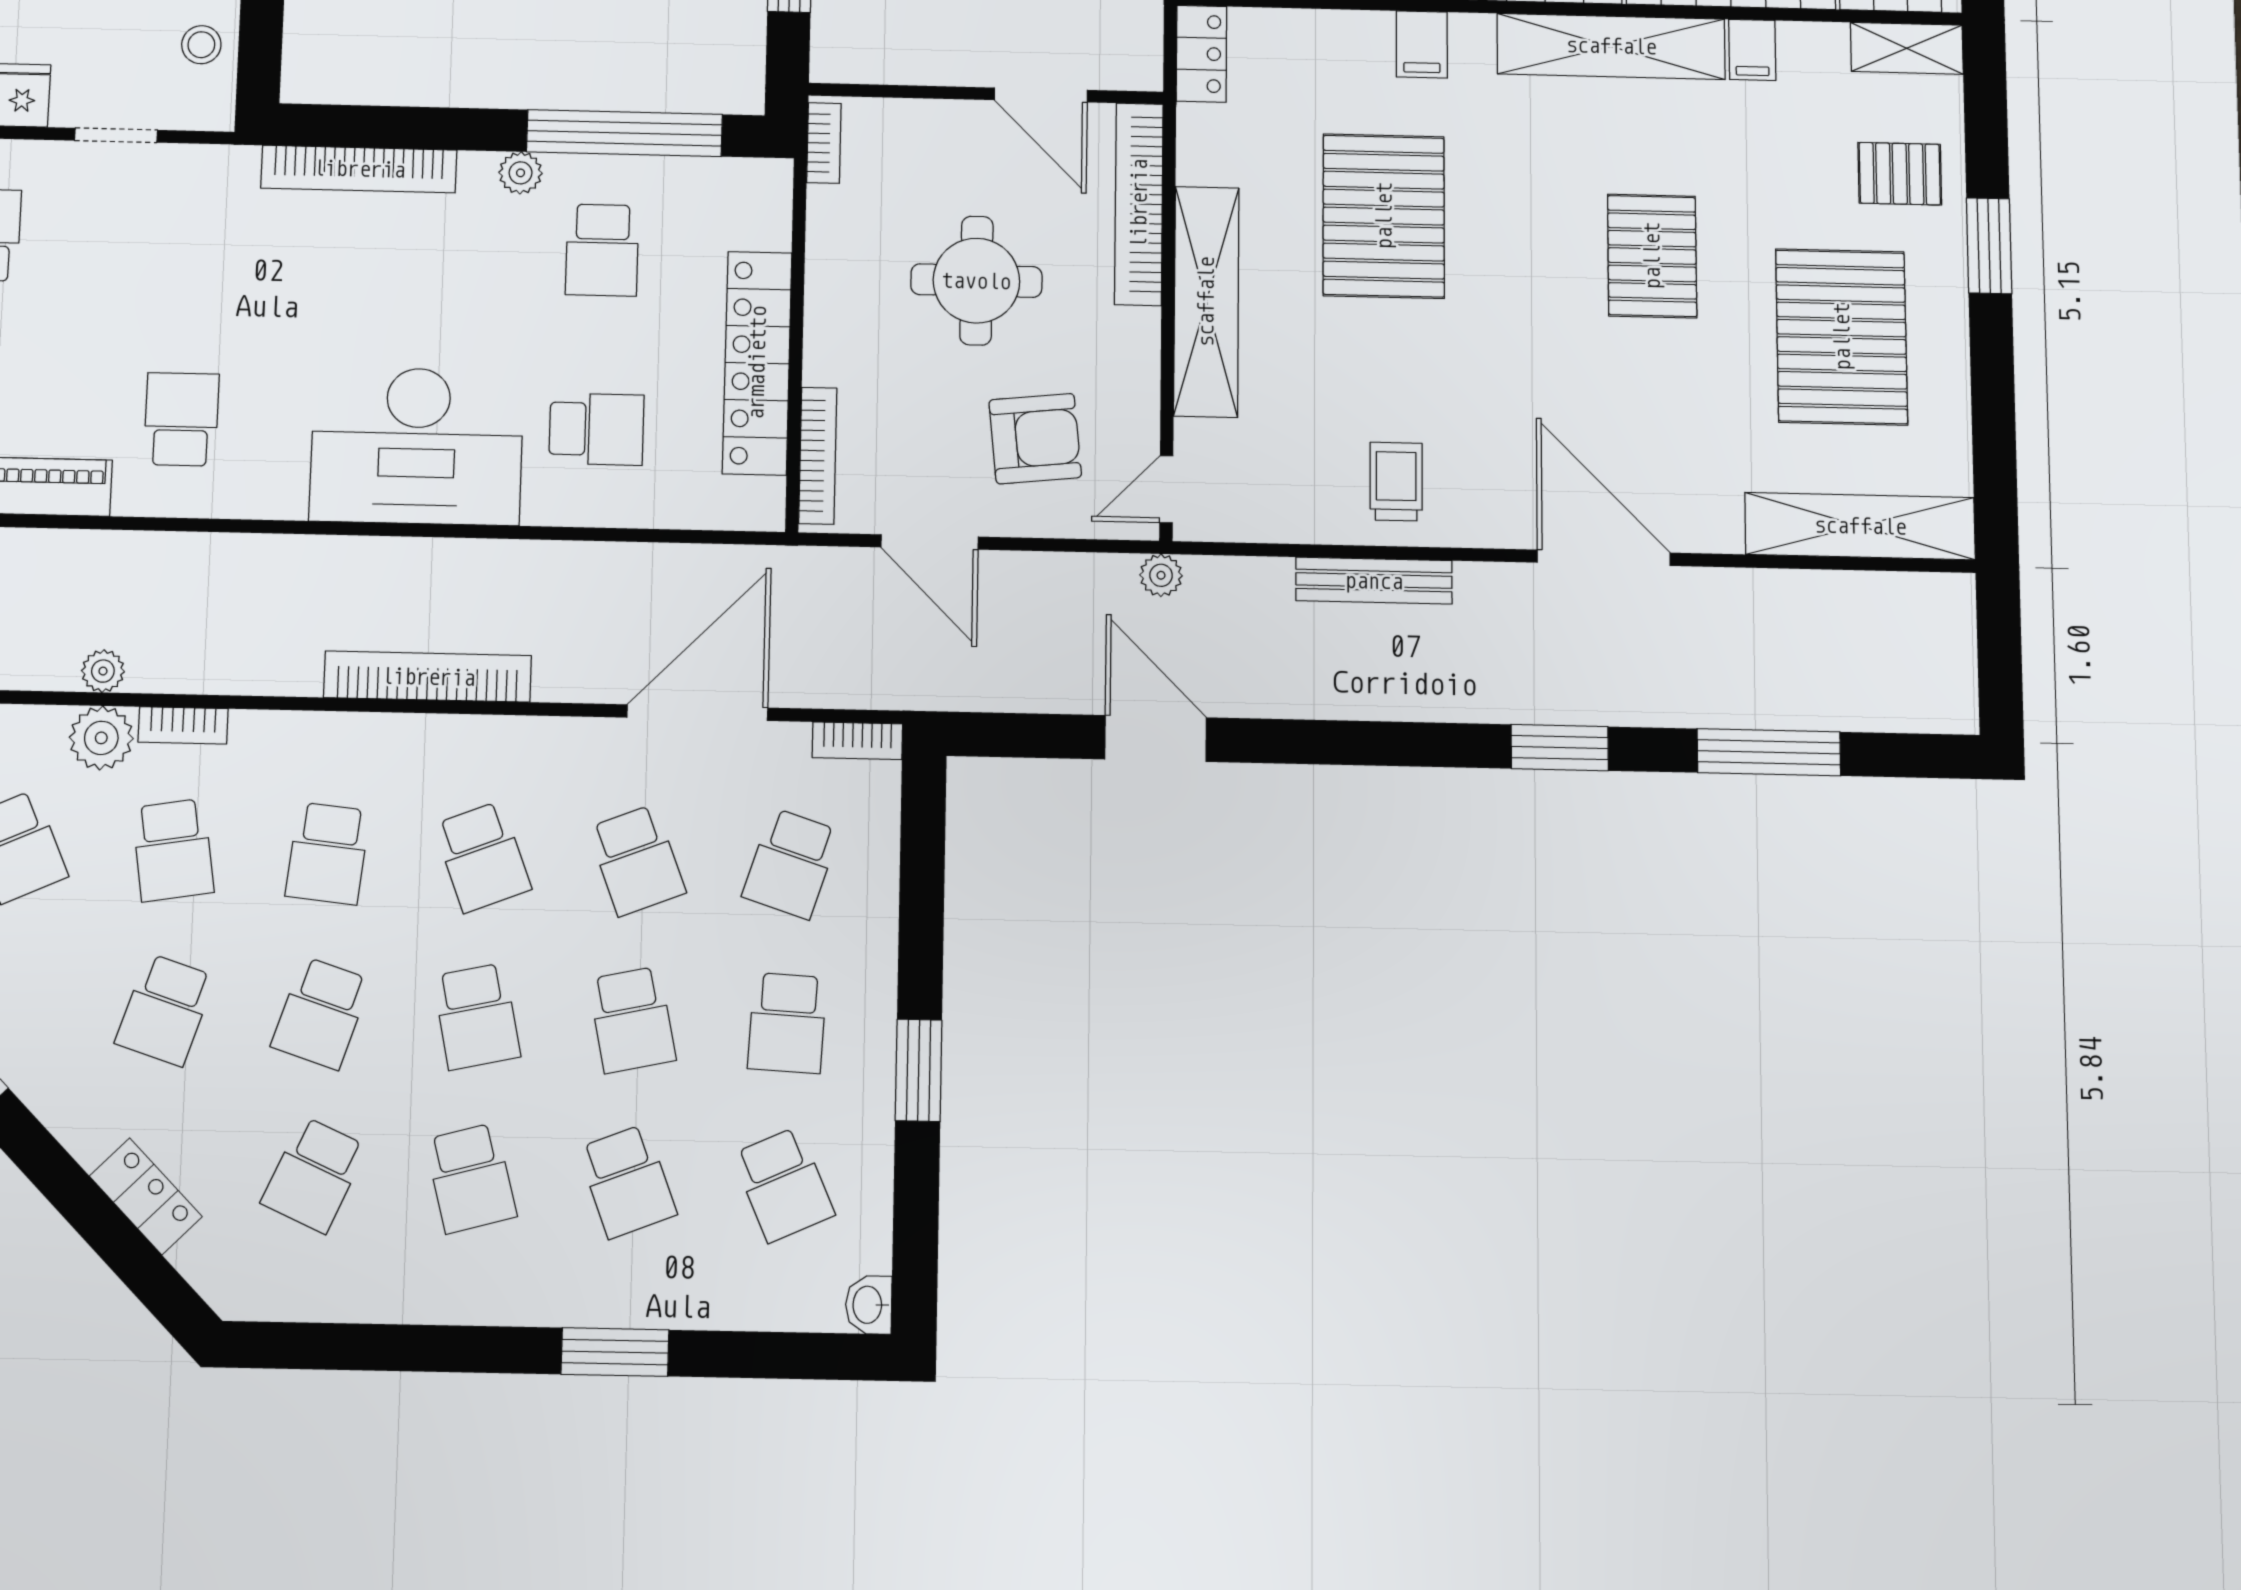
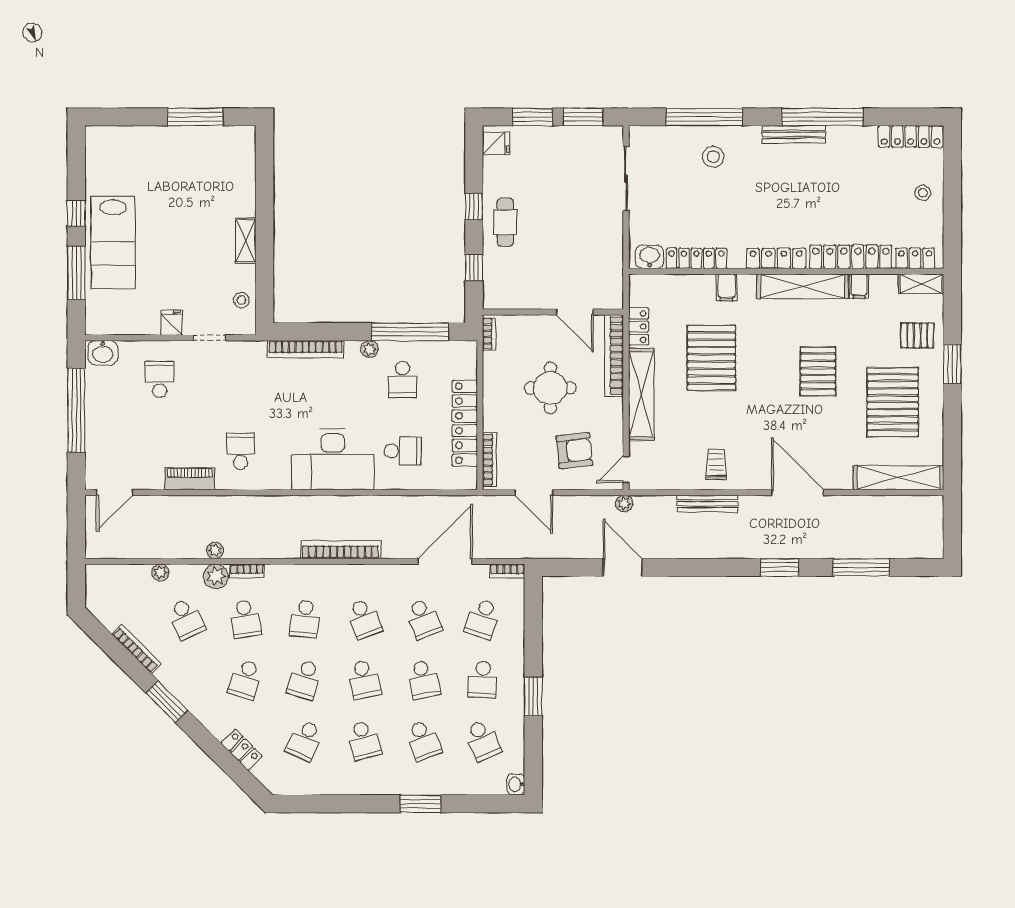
locker: (1201, 54) -> (639, 327), moved

